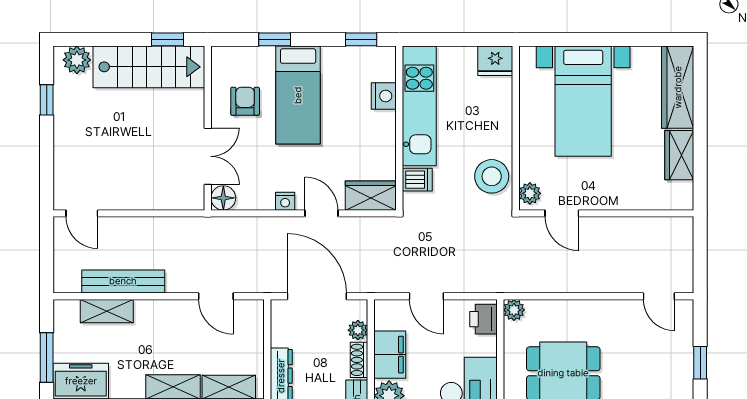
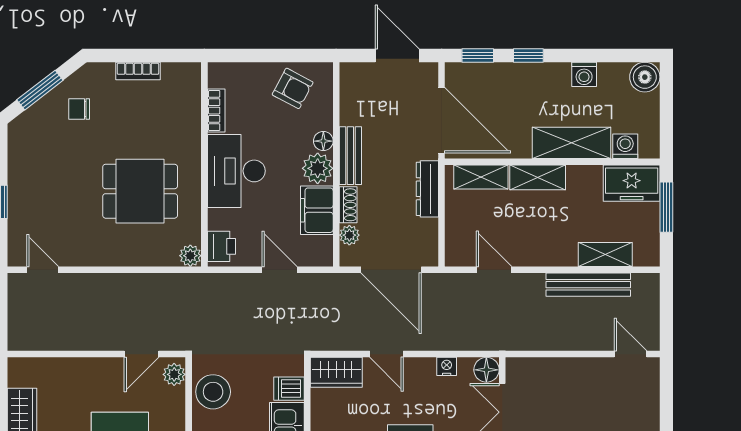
nightstand: (285, 201) -> (447, 366), moved
door: (562, 213) -> (141, 354), swing flipped

